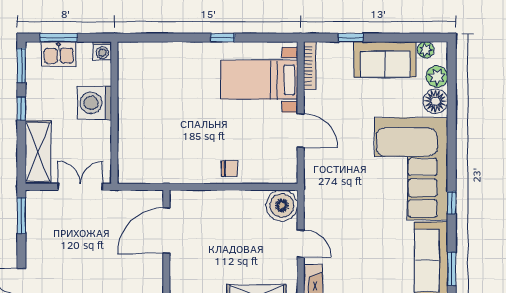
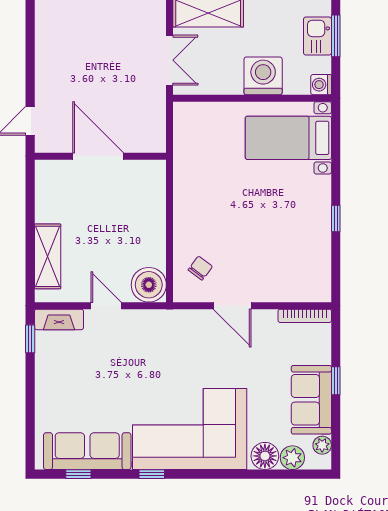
window: (351, 38) -> (336, 381), moved
bed with nightstands: (259, 80) -> (288, 138), moved, turned -90
door: (301, 131) -> (232, 306), hinge flipped
chair: (230, 168) -> (200, 268), moved, turned -143
door: (166, 231) -> (98, 156), moved
door: (301, 244) -> (106, 306), swing flipped
window: (452, 269) -> (78, 474), width x0.67

